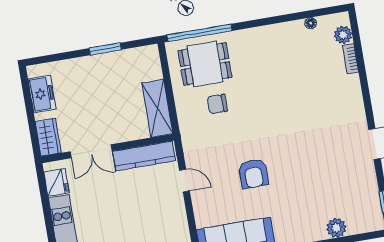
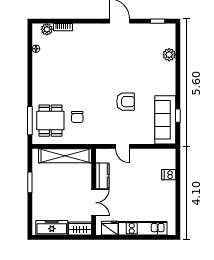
window: (200, 33) -> (30, 121), width x0.68
freezer: (42, 94) -> (52, 228), width x1.40
shelving: (157, 108) -> (65, 156), width x1.47
kitchen counter: (144, 156) -> (102, 176), width x0.67
door: (184, 181) -> (122, 146), swing flipped

